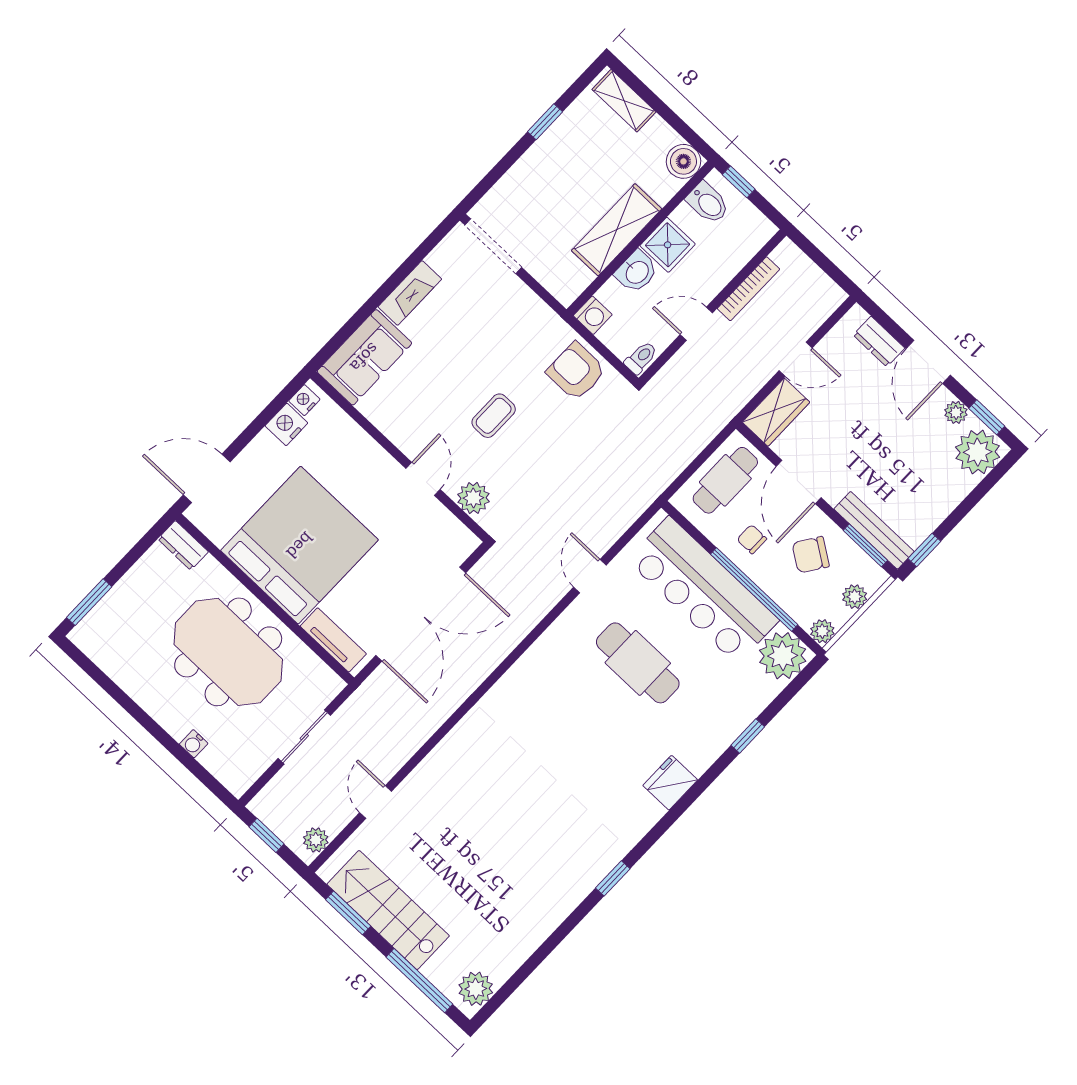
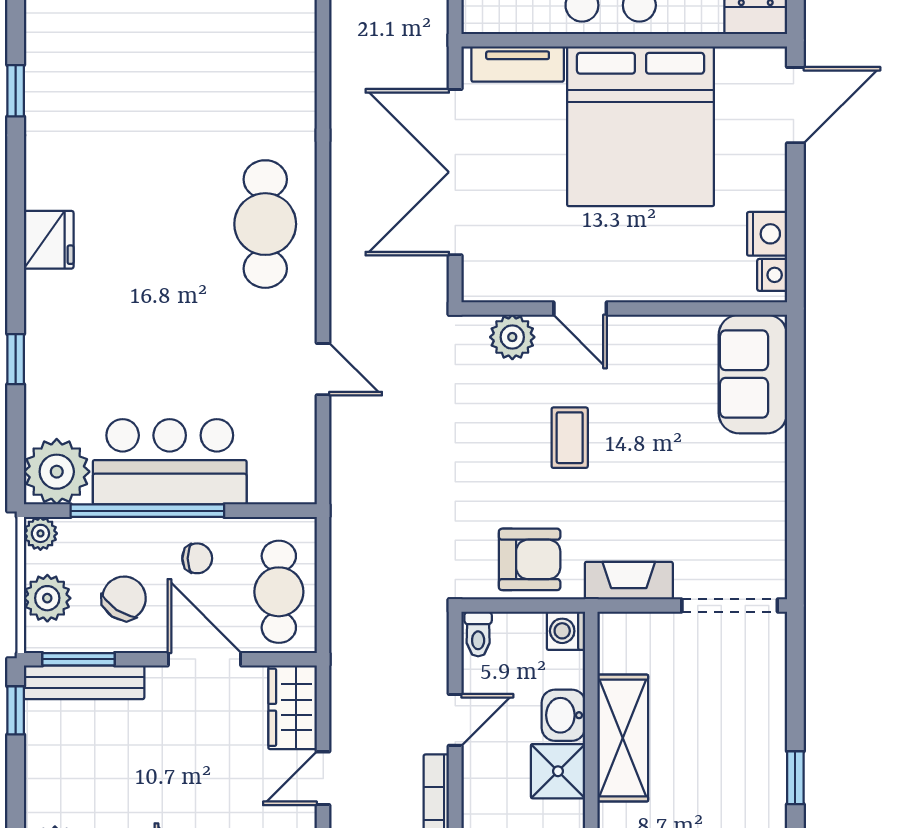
fireplace: (410, 293) -> (629, 581), moved, turned 90
bar counter: (703, 590) -> (170, 462), width x0.73
plant: (855, 597) -> (47, 598), width x1.38, depth x1.38
cafe table: (638, 663) -> (265, 224), moved, turned 90

